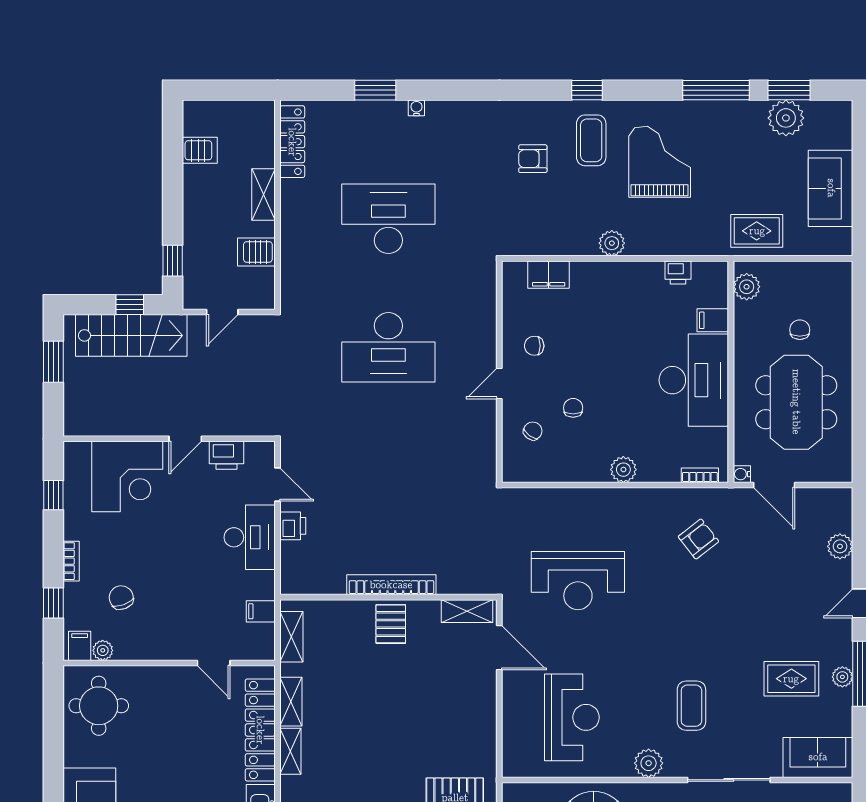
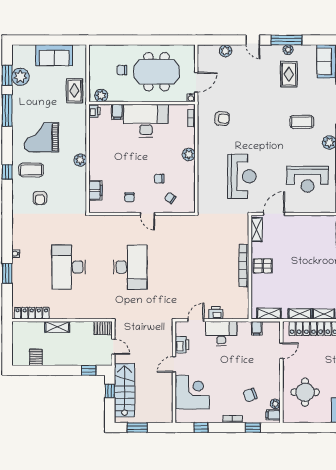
server rack: (256, 252) -> (103, 328), moved, turned 90
printer: (678, 272) -> (94, 111), moved
door: (185, 439) -> (174, 364), swing flipped
armchair: (698, 539) -> (222, 119), turned 132
round table: (99, 706) -> (305, 392), moved
reception desk: (572, 717) -> (307, 179), turned 180

